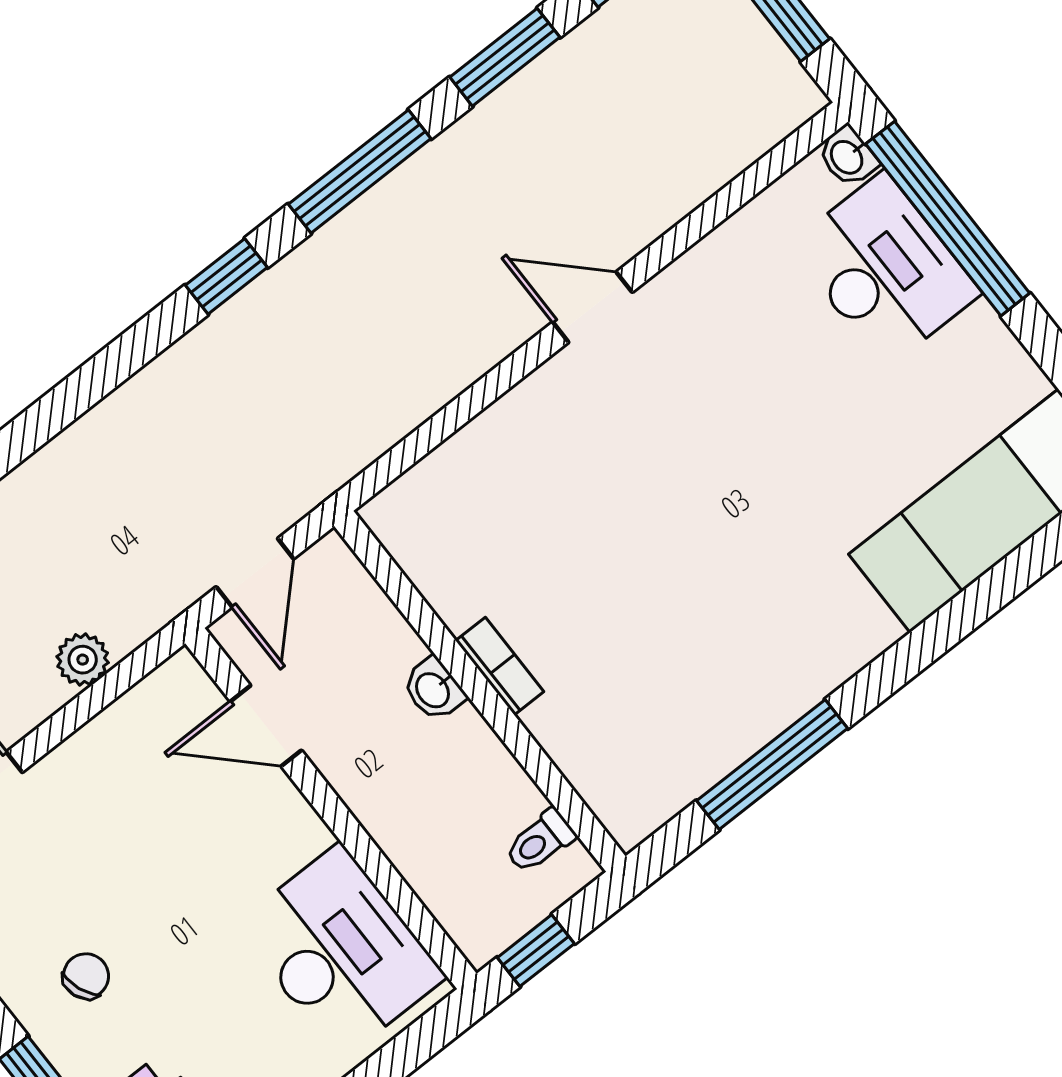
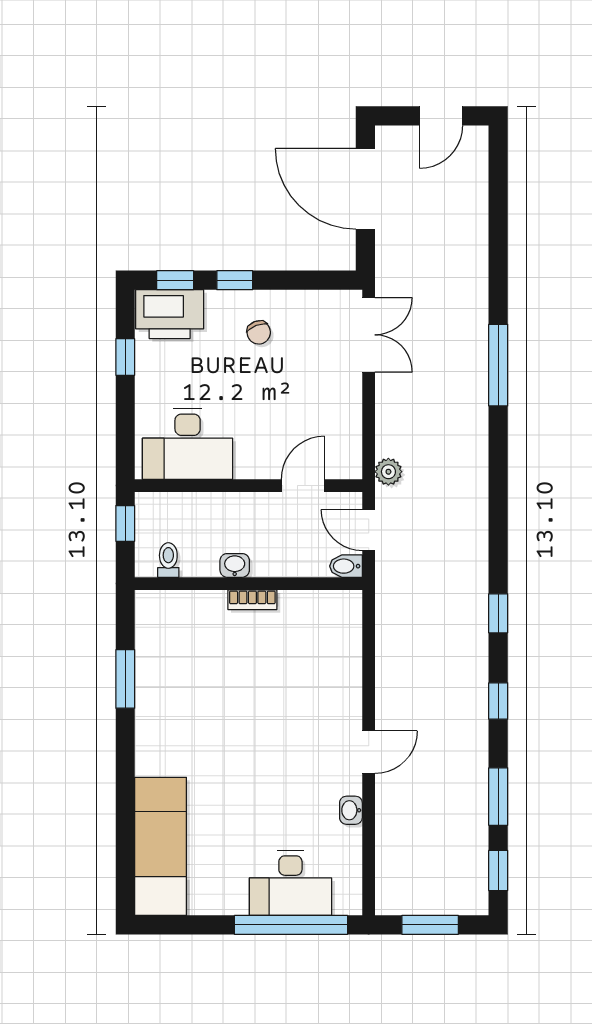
washbasin: (848, 156) -> (351, 810), moved, turned -90
window: (360, 171) -> (498, 701), width x0.46
bidet: (337, 564) -> (346, 566), added
plant: (83, 660) -> (388, 472), moved
washbasin: (434, 689) -> (235, 565), moved
window: (772, 765) -> (125, 679), width x0.69

